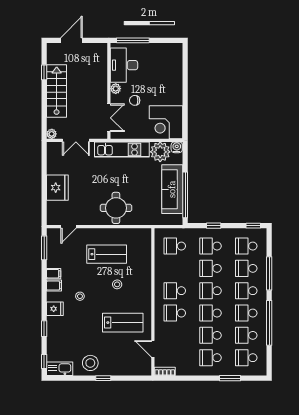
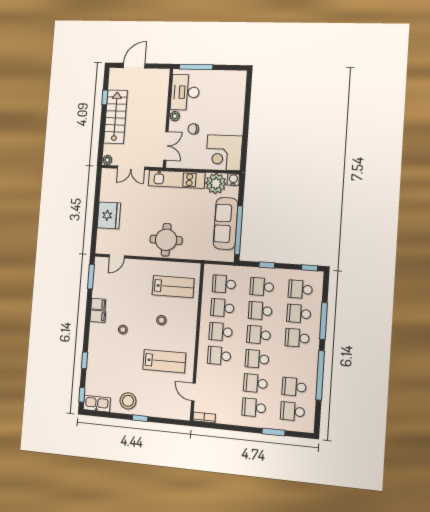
lab bench: (107, 254) -> (173, 287), moved
fridge: (55, 309) -> (97, 341), removed
school desk: (246, 313) -> (222, 308), moved

